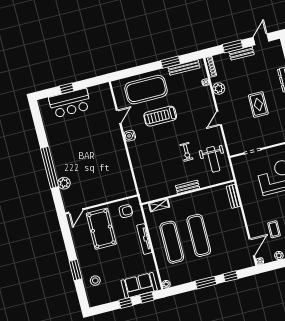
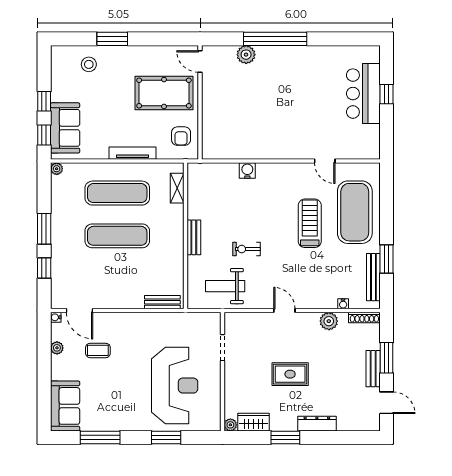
water cooler: (130, 136) -> (247, 171), moved

